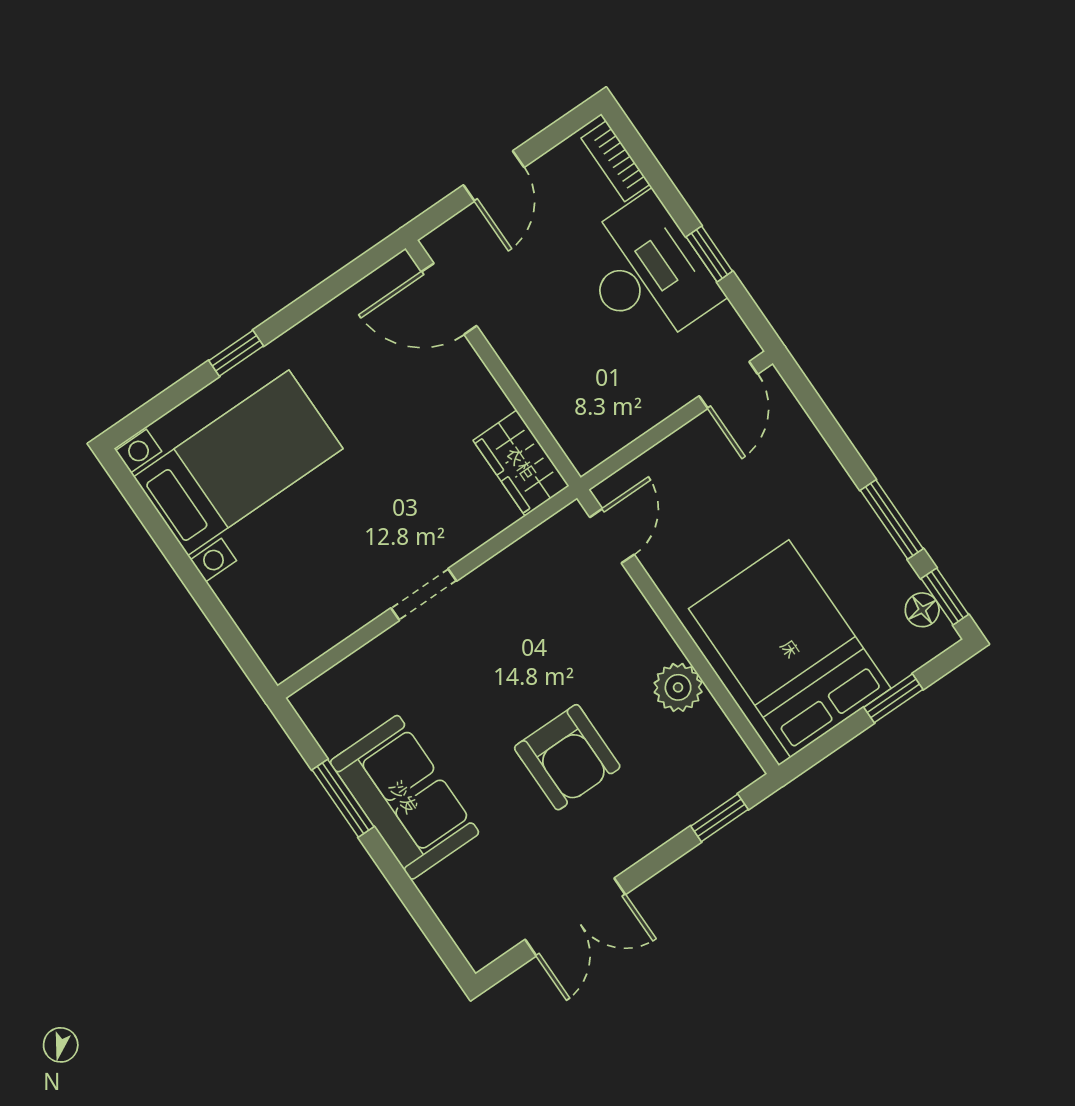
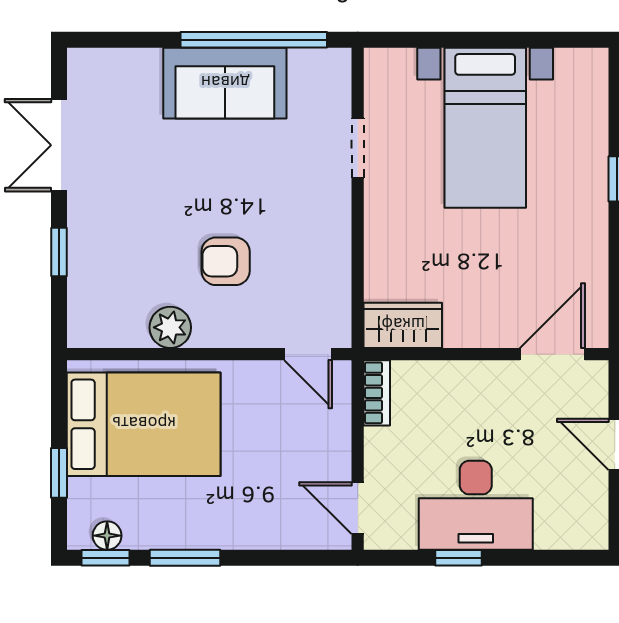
bookcase: (615, 161) -> (377, 393), moved, turned 90
bed with nightstands: (238, 463) -> (485, 128), moved
doorway: (424, 594) -> (358, 148), moved
armchair: (567, 757) -> (226, 261), moved, width x0.72, depth x0.72
window: (343, 798) -> (254, 40), width x2.11
window: (720, 818) -> (59, 252), moved

